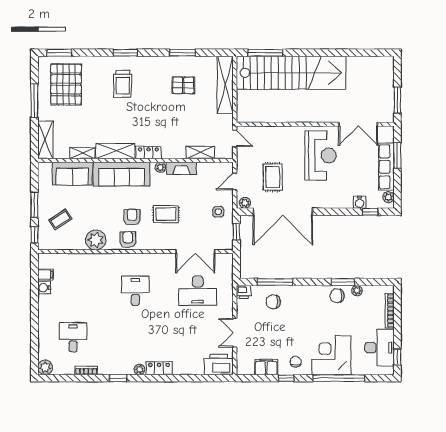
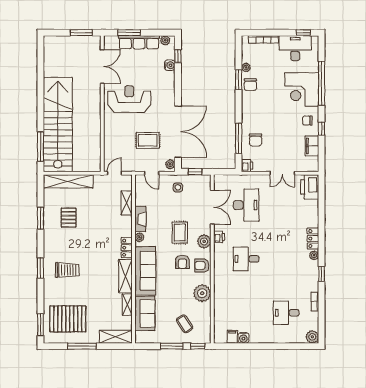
armchair: (132, 217) -> (182, 262), turned -90
plant: (156, 242) -> (204, 241), added
printer: (161, 259) -> (219, 237), added

